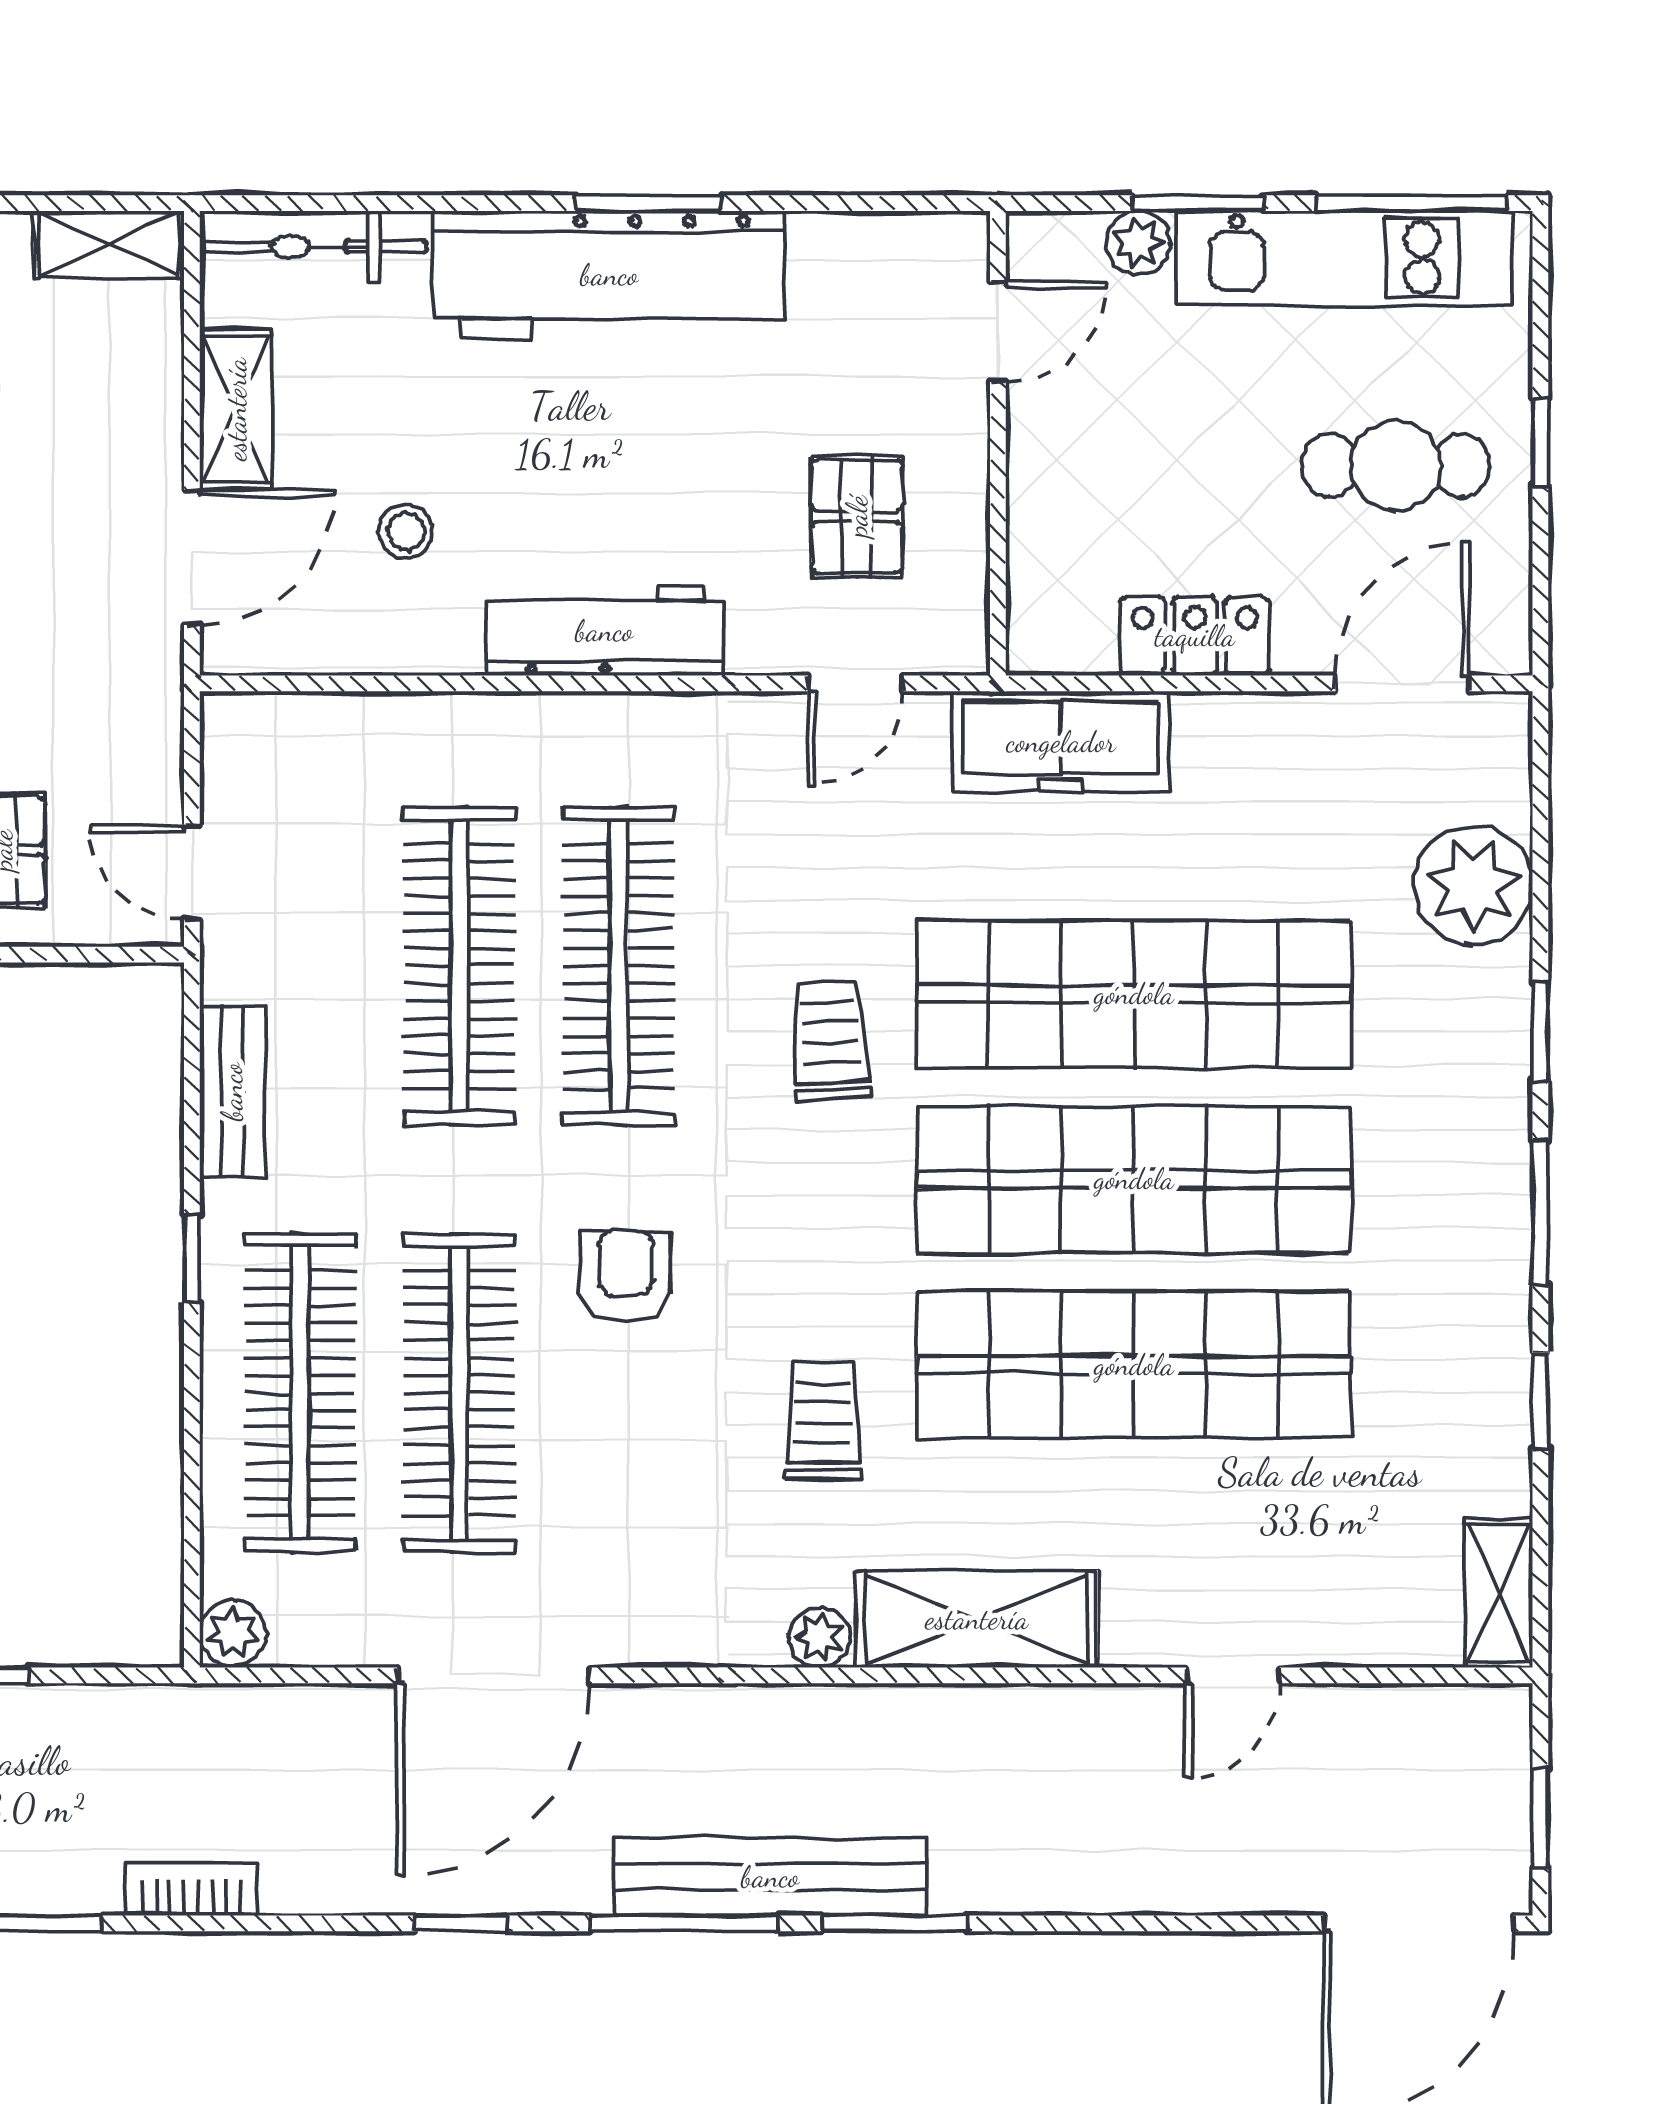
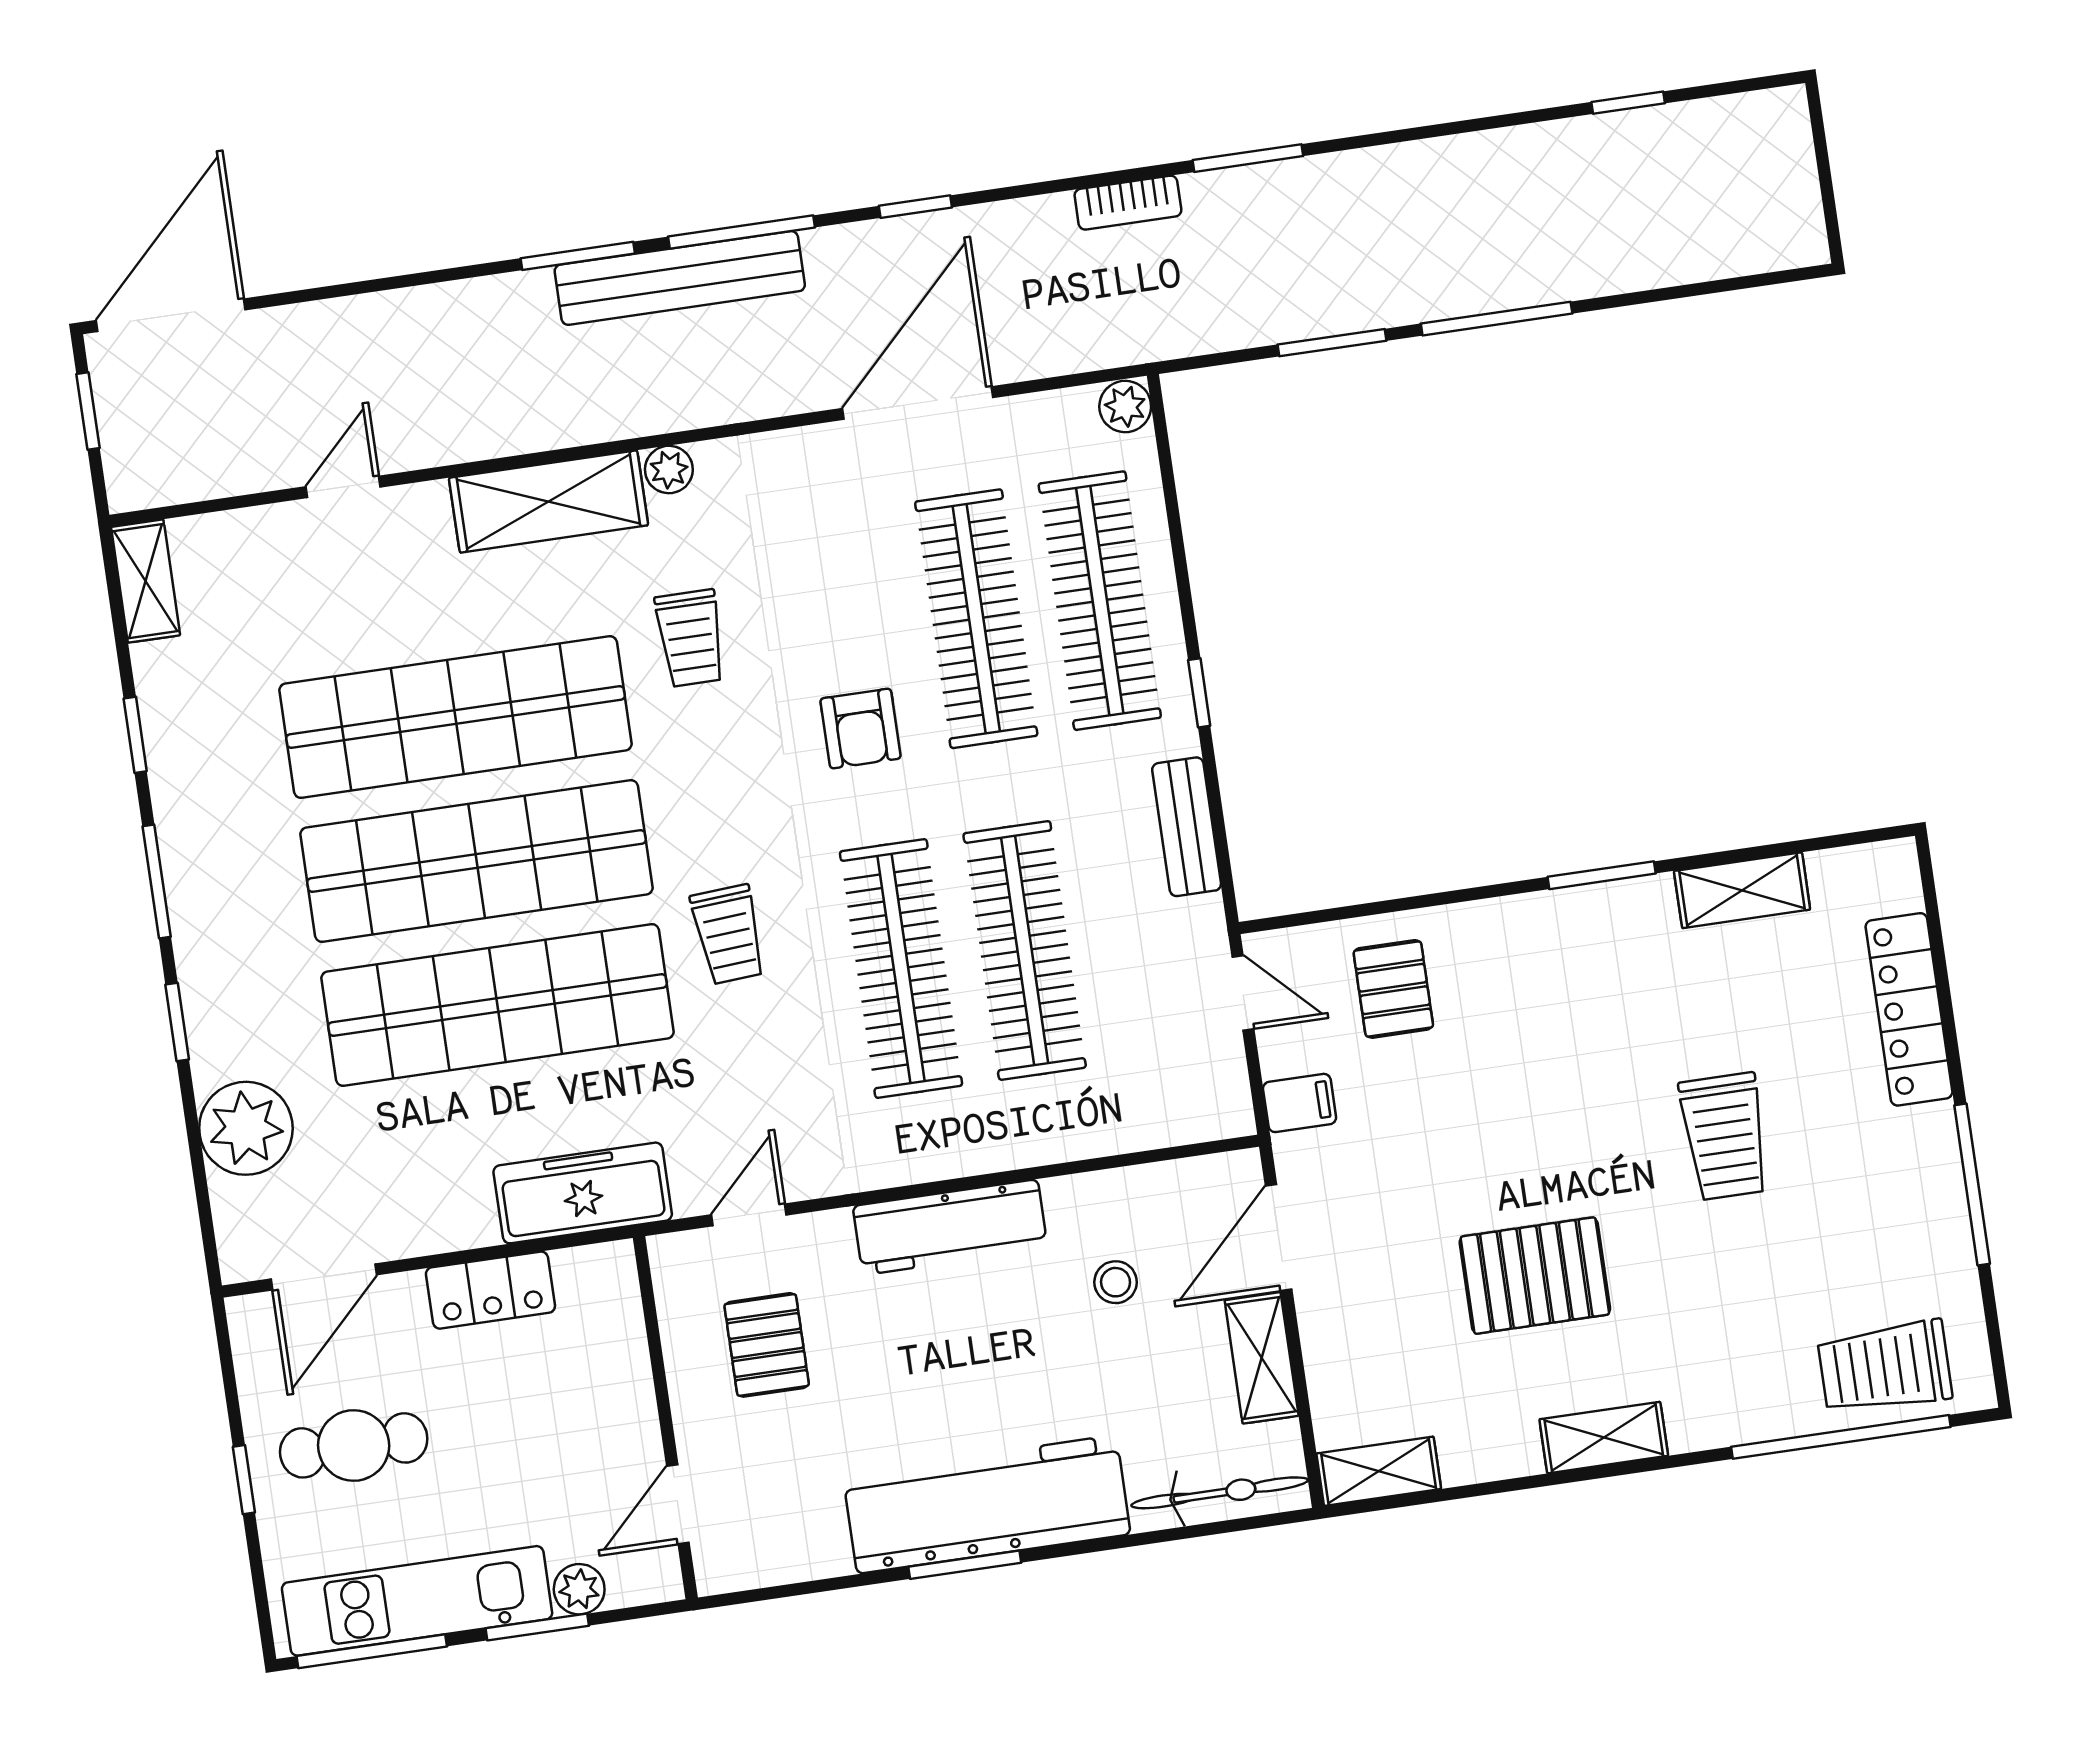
filing cabinet: (141, 723) -> (1300, 1103), added

